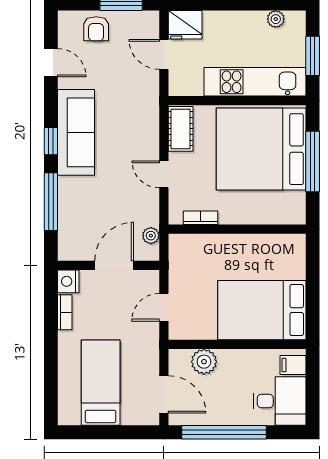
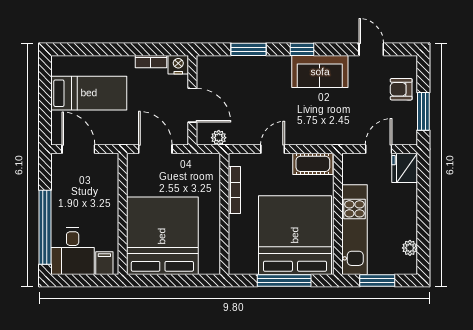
door: (51, 63) -> (371, 49), swing flipped
sofa: (76, 132) -> (320, 72), width x0.73
window: (51, 202) -> (249, 49), width x0.69
bookcase: (201, 218) -> (234, 190), width x1.56
door: (164, 307) -> (155, 149), width x1.37
bed: (262, 310) -> (162, 236), width x1.36
plant: (204, 362) -> (107, 184), removed
door: (164, 394) -> (78, 149), swing flipped
window: (224, 432) -> (45, 227), moved

